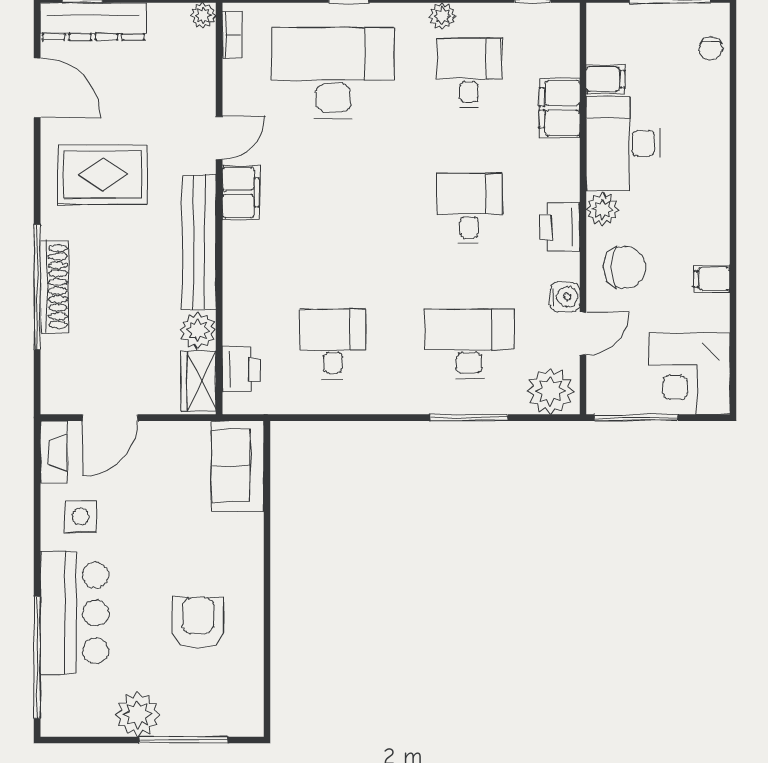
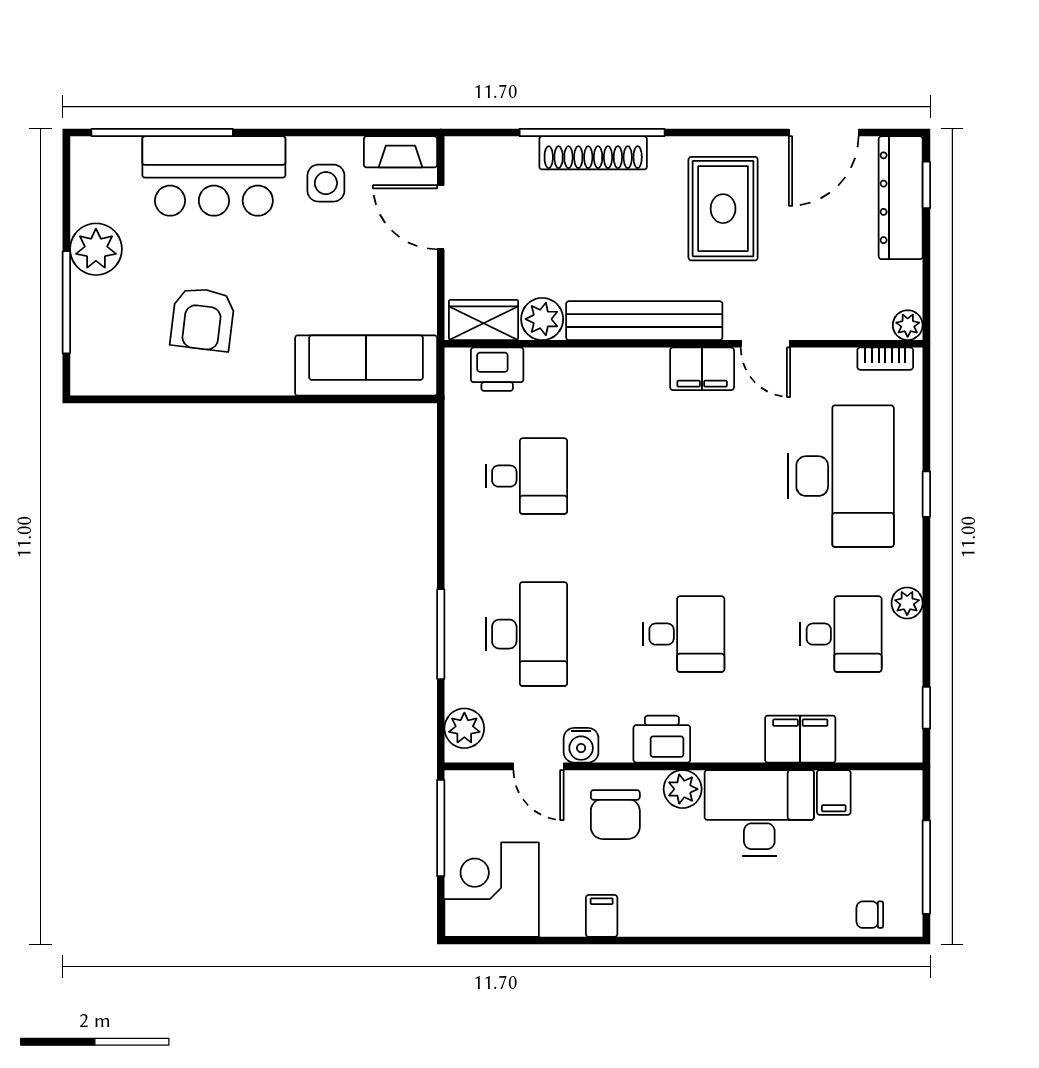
plant: (550, 391) -> (464, 728), width x0.73, depth x0.73
sofa: (238, 466) -> (366, 365), width x1.36
armchair: (198, 623) -> (203, 319), turned 97

